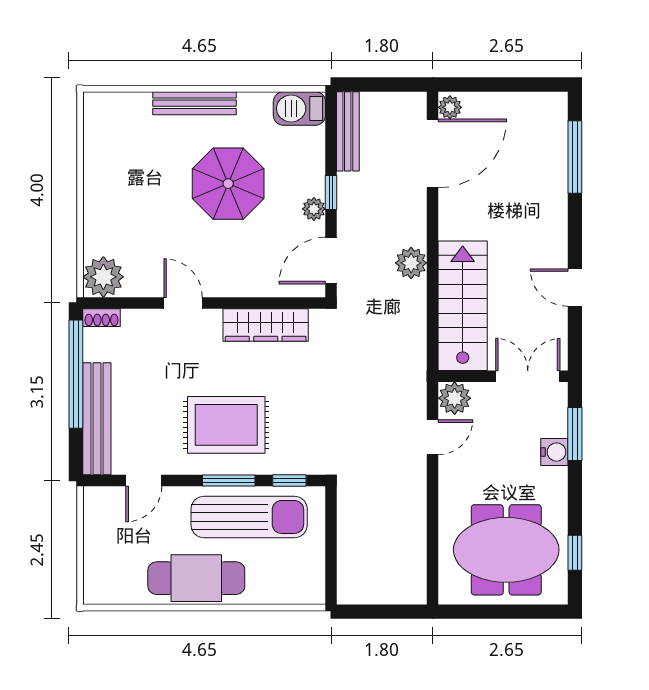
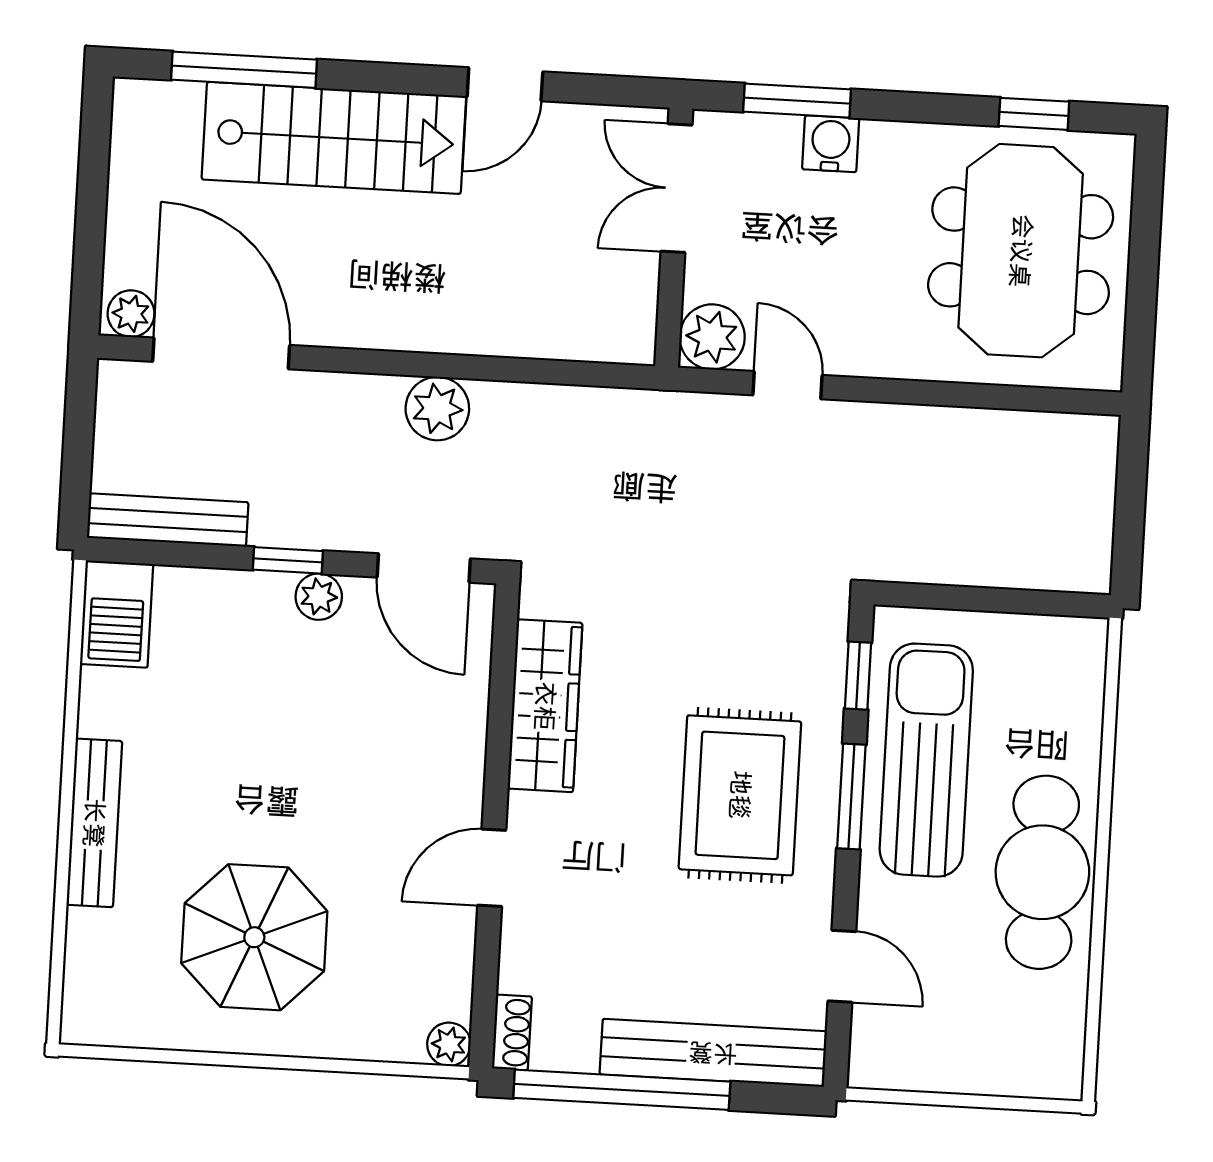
parasol: (228, 184) -> (254, 937), moved
plant: (103, 277) -> (449, 1044), width x0.53, depth x0.53
stairs: (463, 306) -> (334, 138), moved, turned 180

